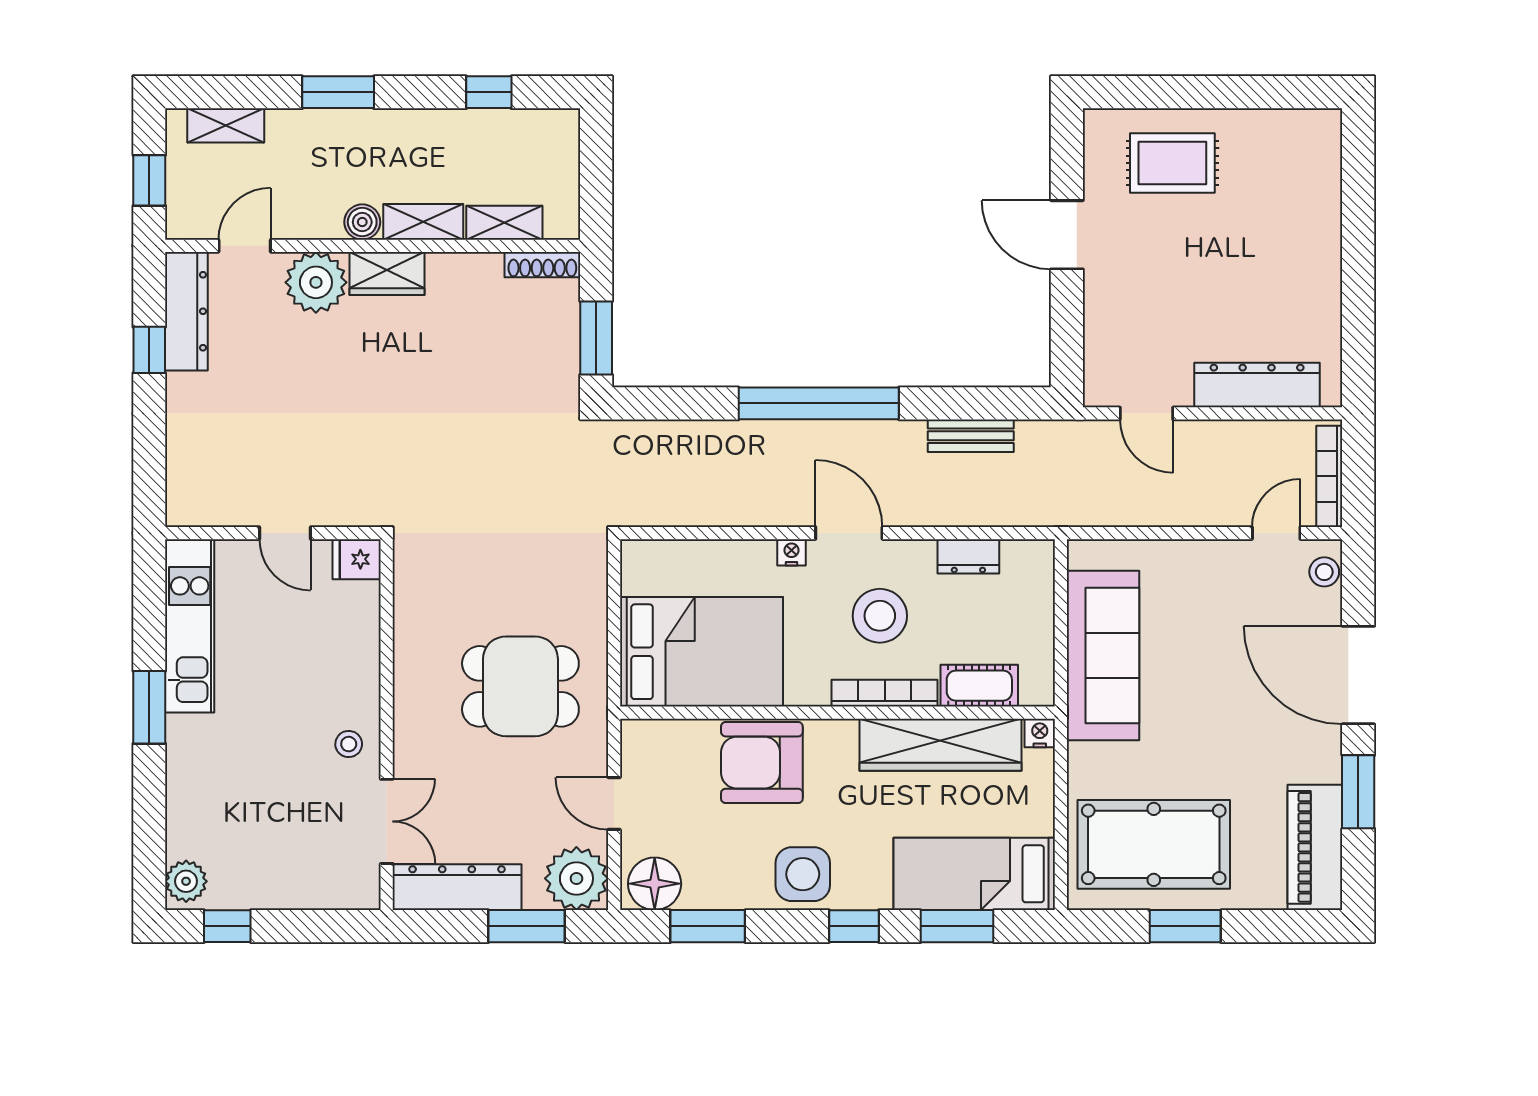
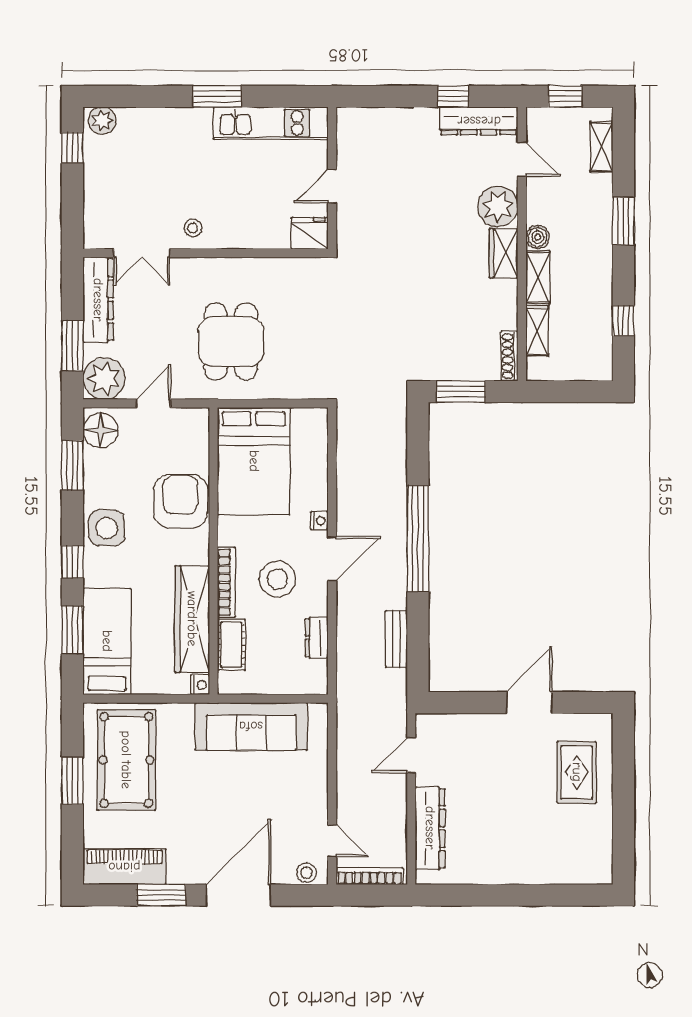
fridge: (357, 559) -> (310, 233), width x1.38

